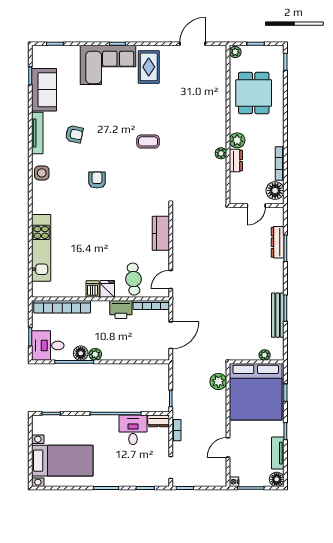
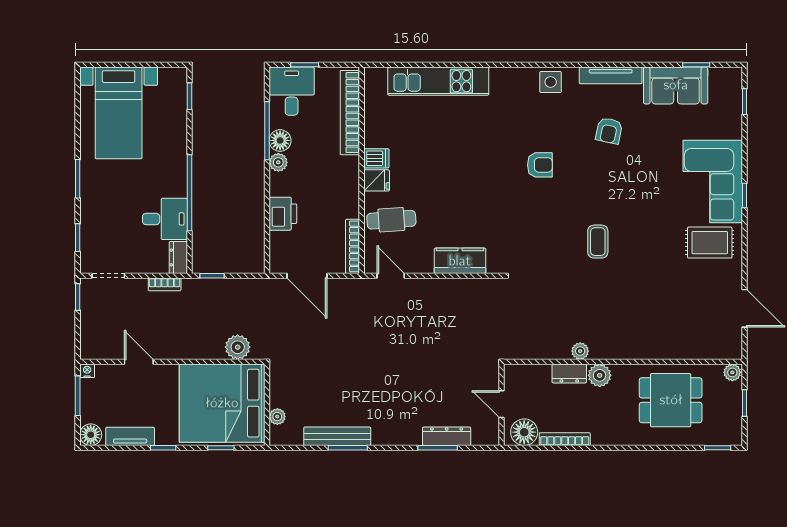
printer: (121, 309) -> (283, 214), moved, turned 180

